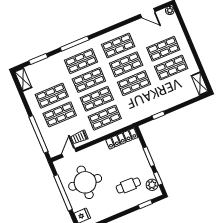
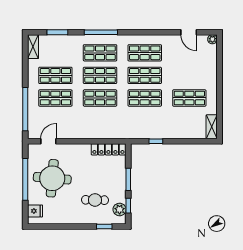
shop shelf: (163, 49) -> (189, 75), removed
shop shelf: (105, 118) -> (100, 121), removed
trolley: (79, 137) -> (66, 130), removed

